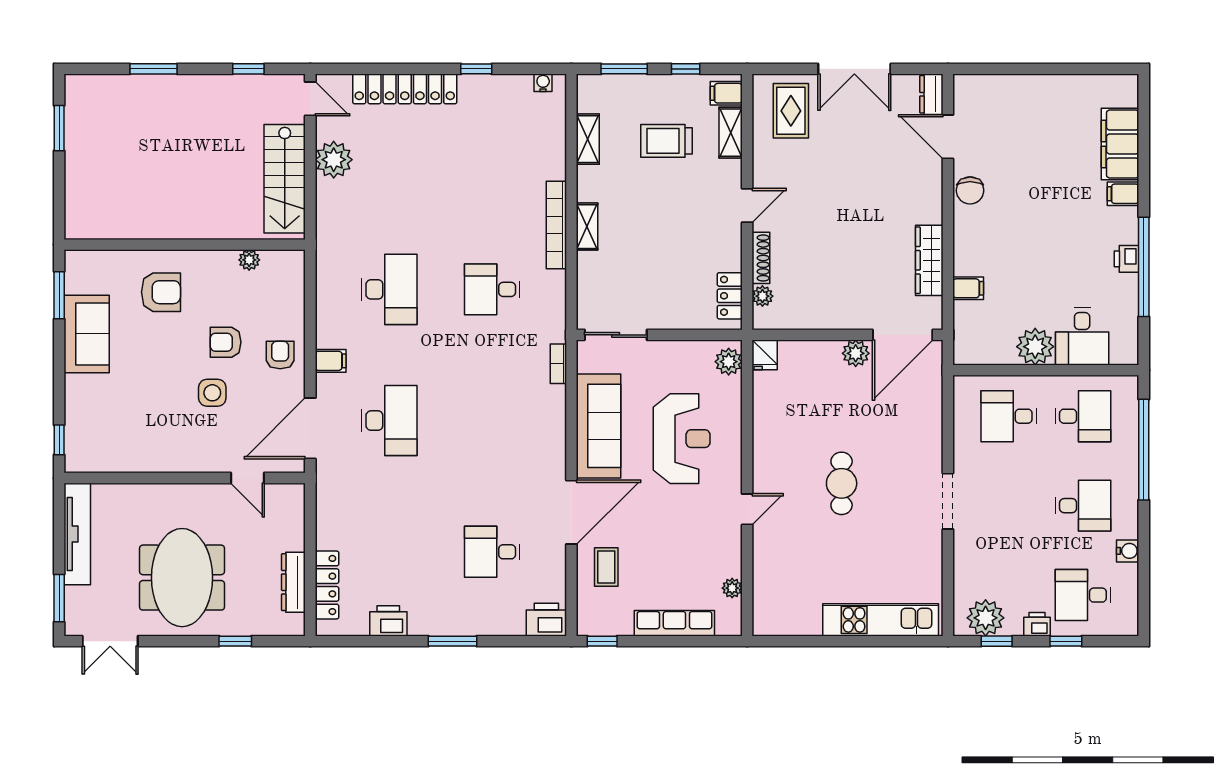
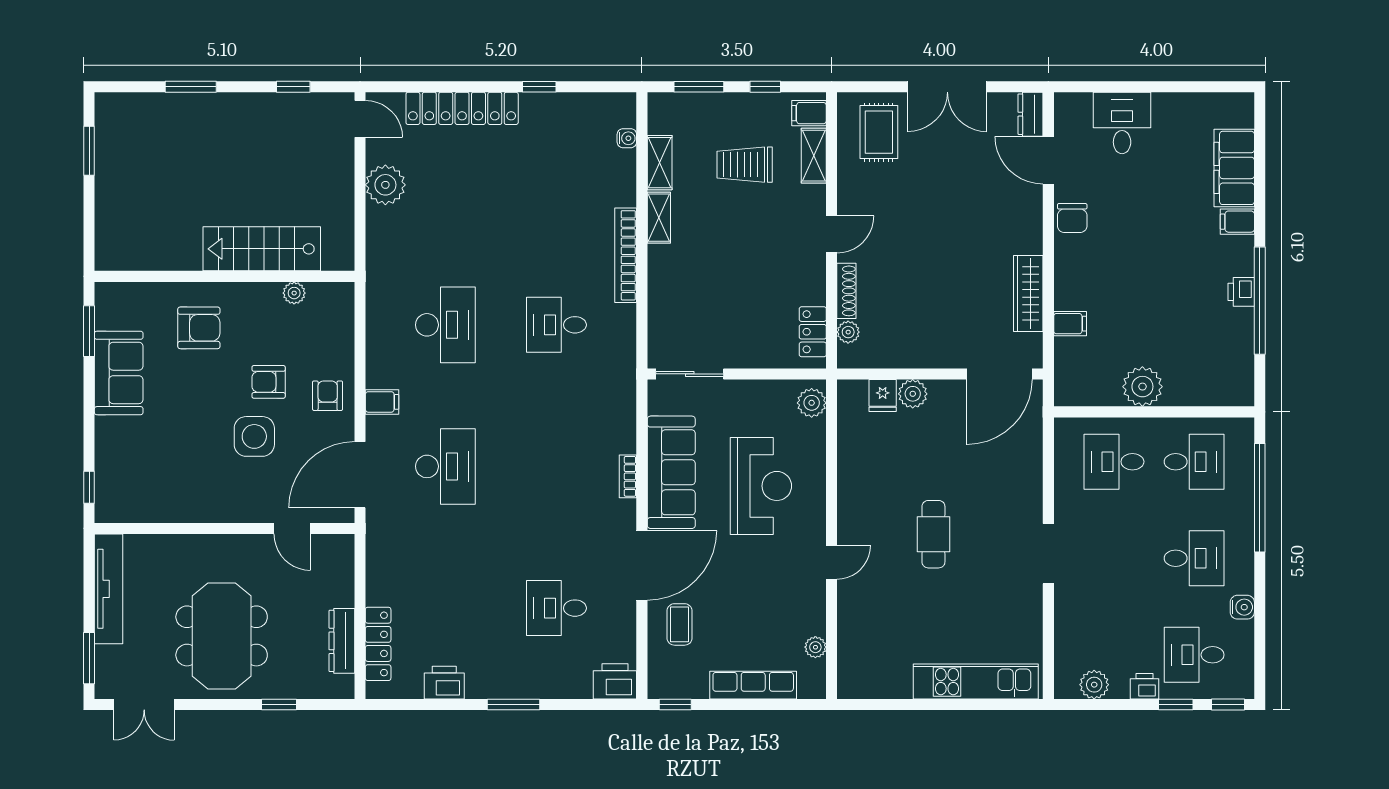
water cooler: (543, 83) -> (627, 138), moved, turned 90
stairs: (285, 179) -> (262, 249), moved, turned 90
shelving: (587, 227) -> (659, 218), moved
desk: (1082, 336) -> (1122, 123), moved, turned 180
plant: (856, 353) -> (913, 394), moved
fridge: (765, 355) -> (883, 396), moved
bookcase: (558, 364) -> (628, 476), moved
side table: (212, 393) -> (254, 436), width x1.37, depth x1.37
plant: (986, 618) -> (1094, 685), width x0.73, depth x0.73
window: (997, 641) -> (1228, 705), moved

